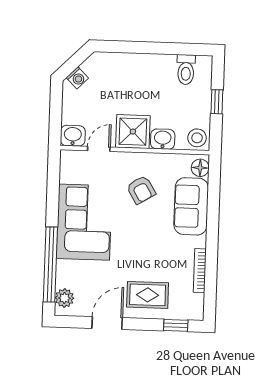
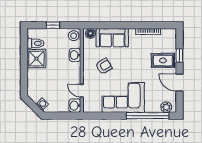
shower: (133, 132) -> (36, 59), moved
rug: (148, 295) -> (163, 60), turned 90
window: (176, 325) -> (179, 56), moved

